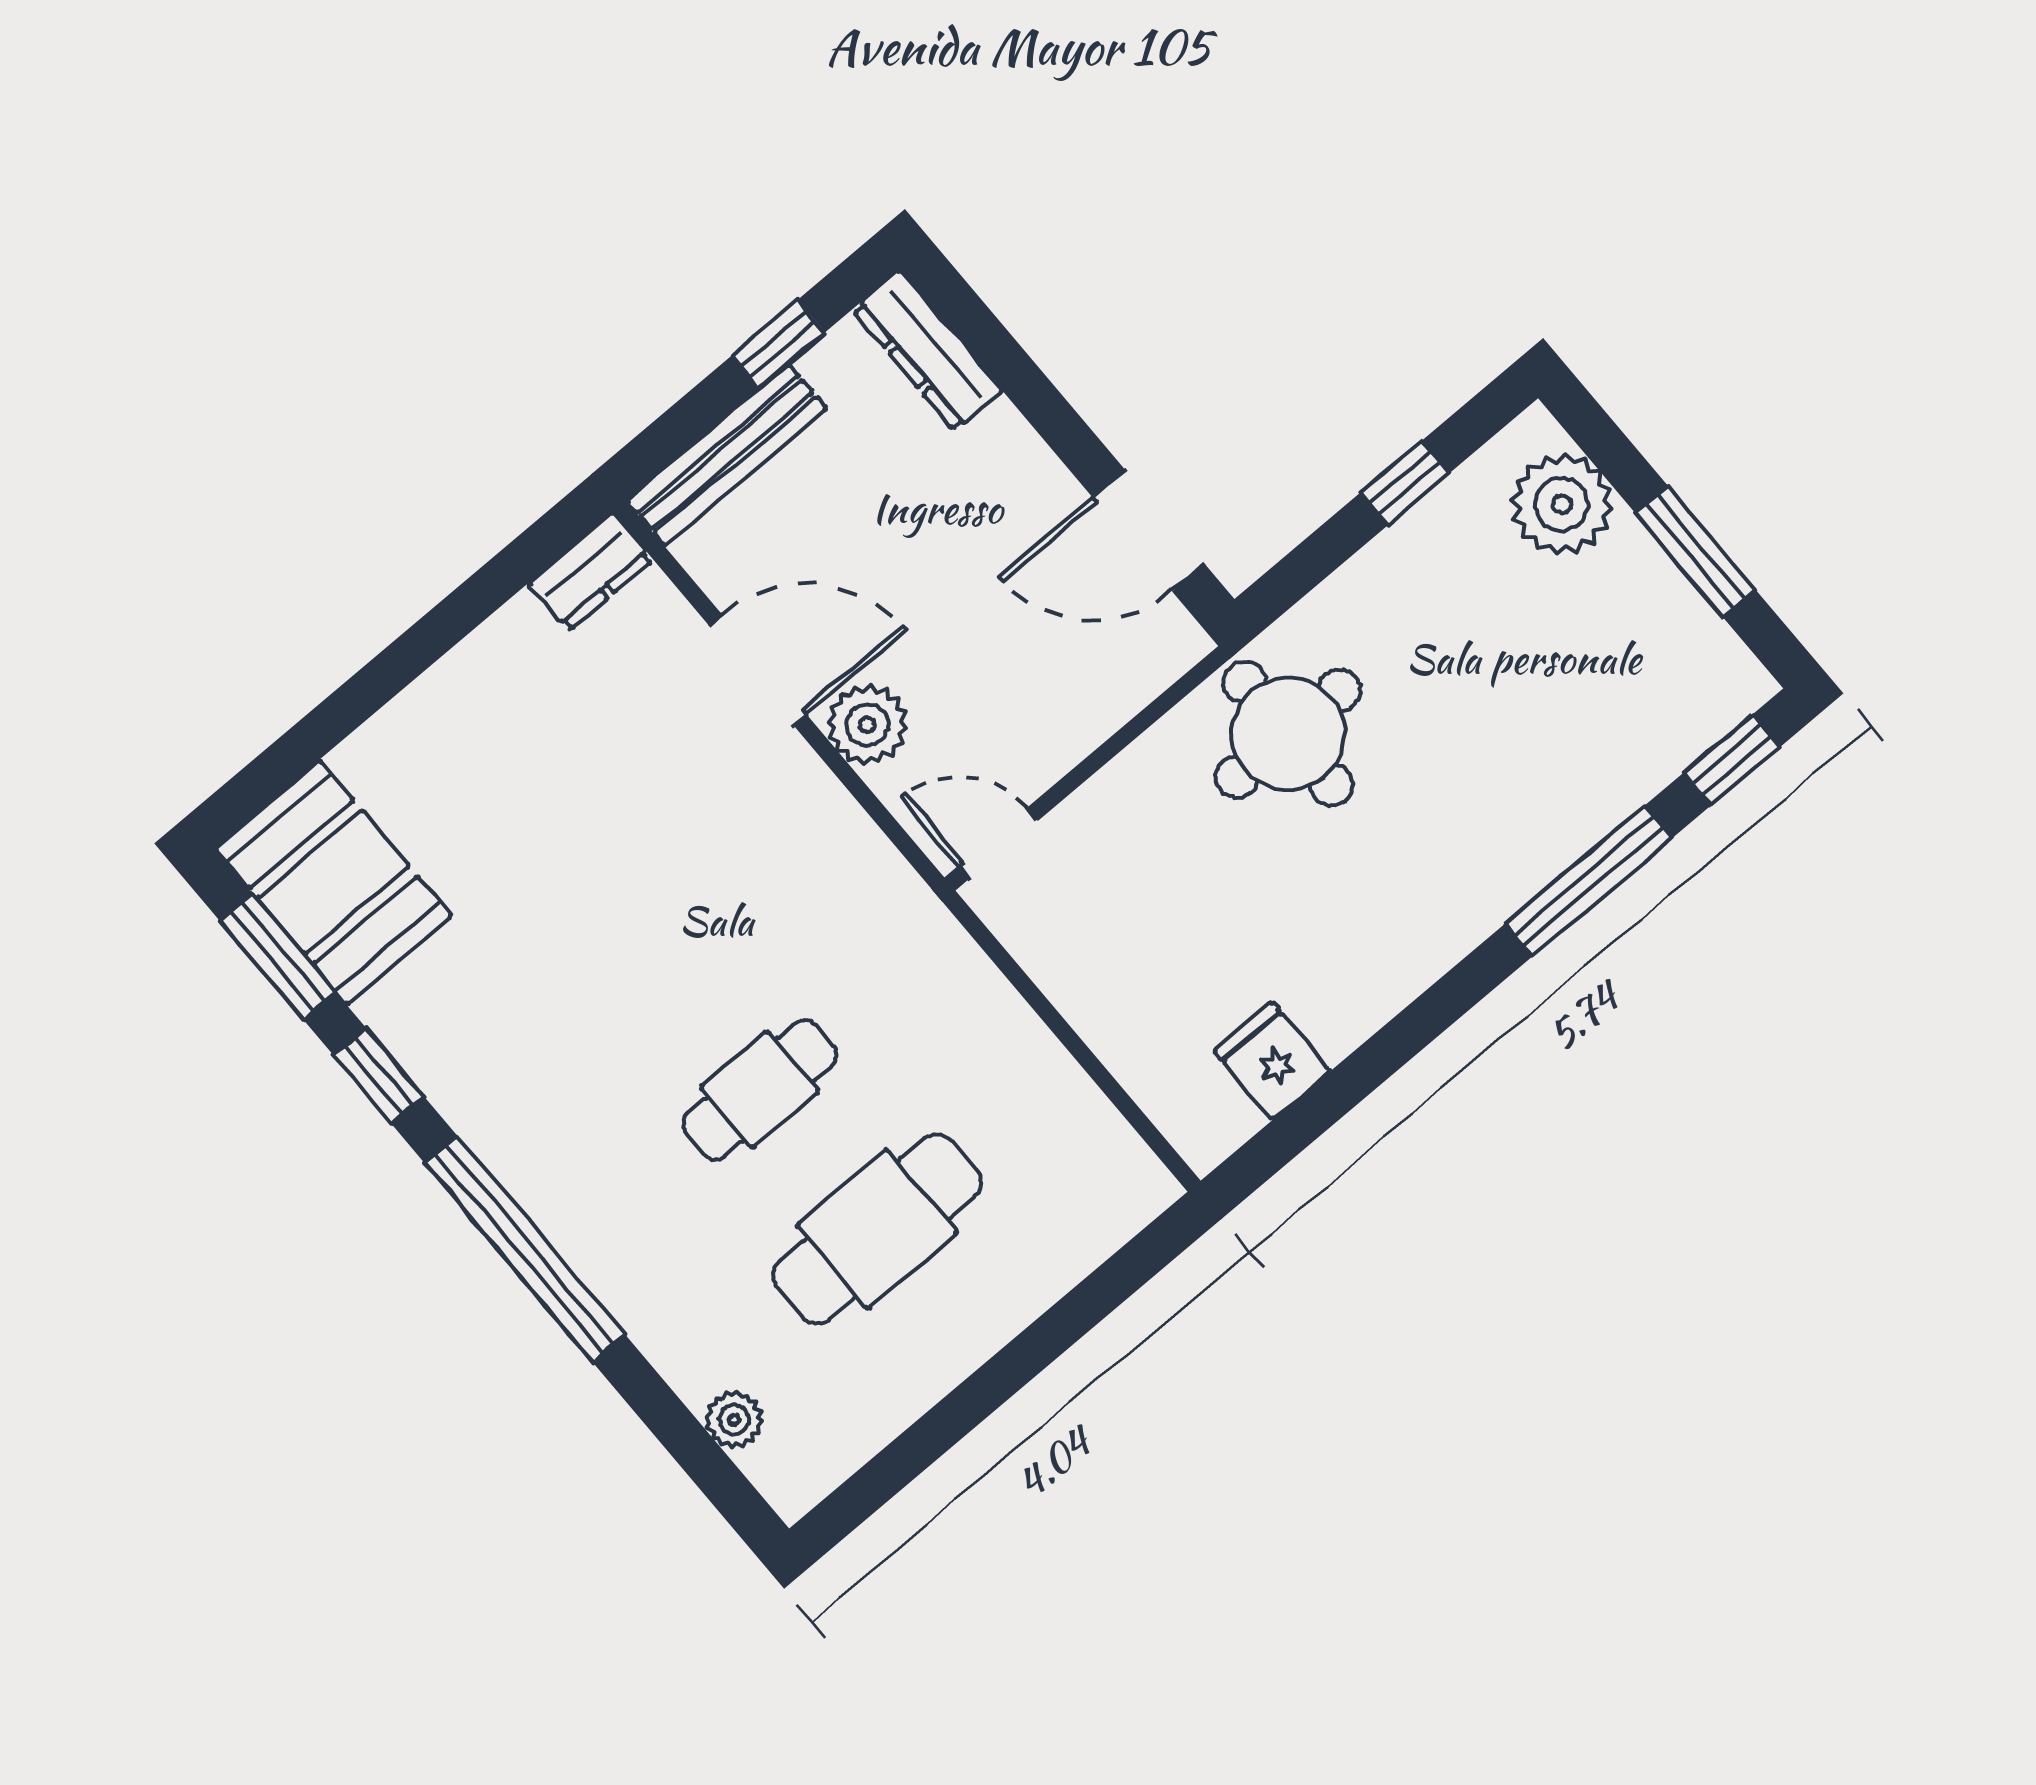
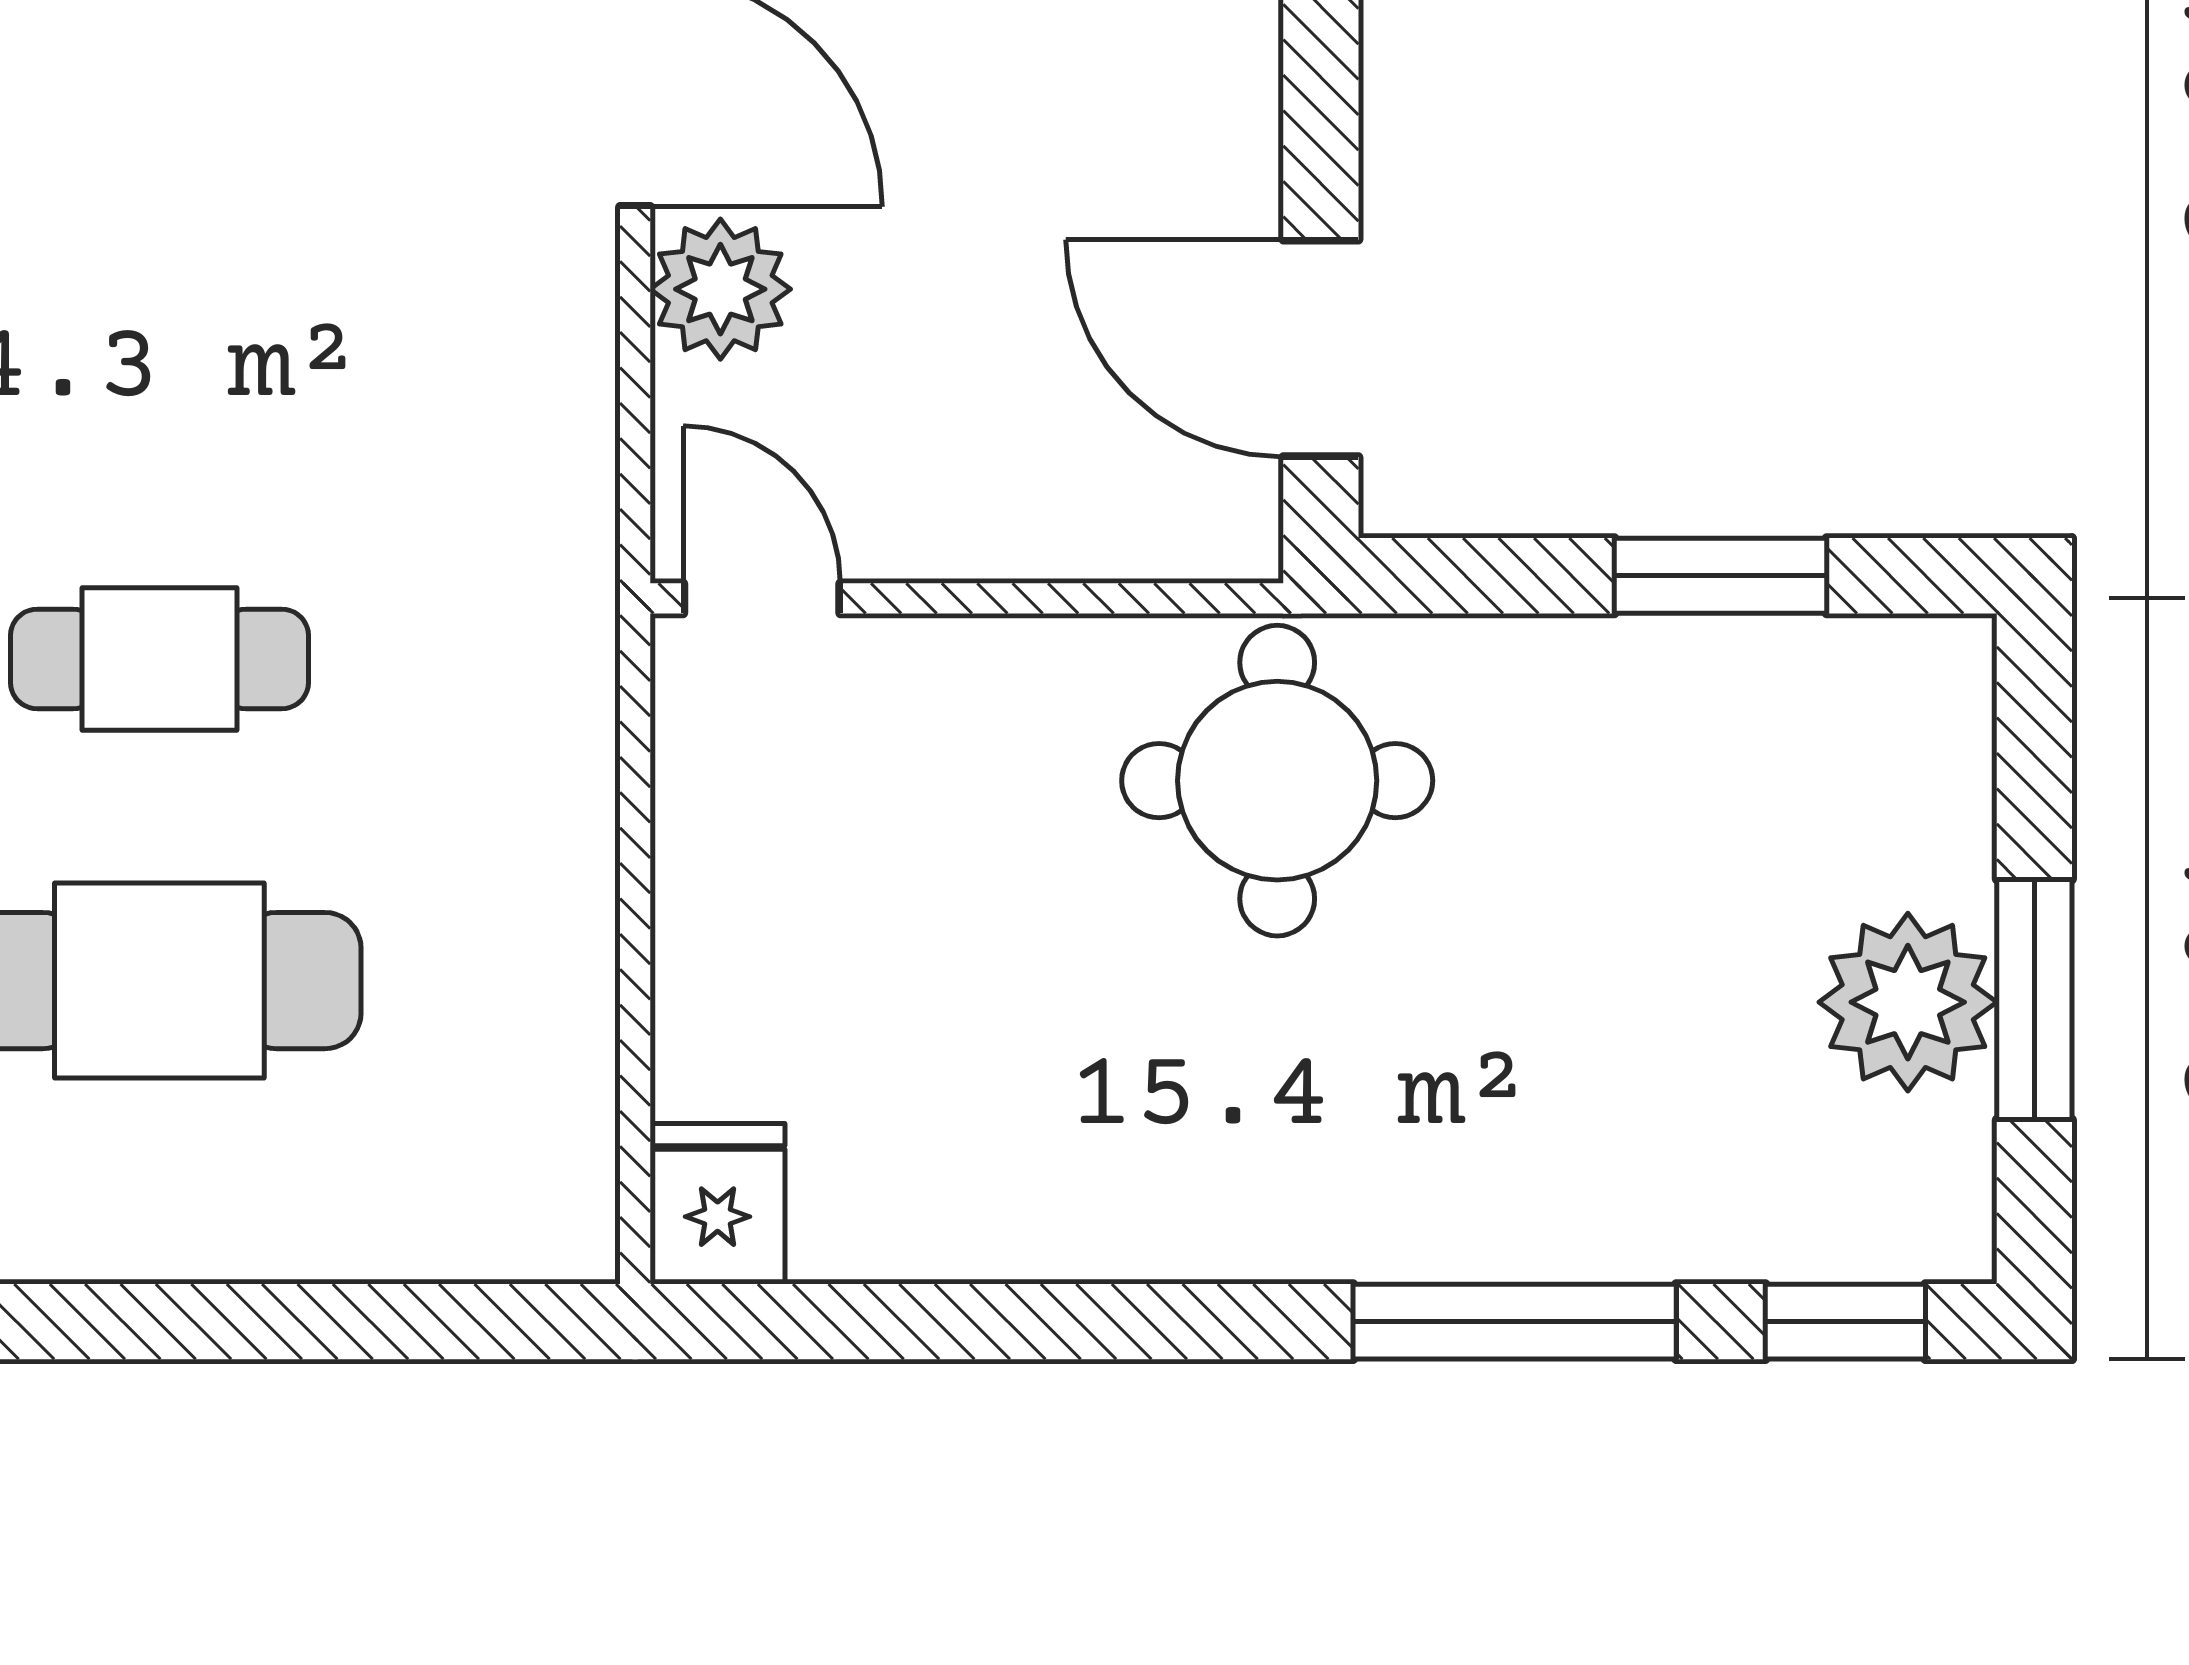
window: (1405, 483) -> (1721, 576), width x1.50
plant: (1562, 504) -> (1908, 1002), moved
fridge: (1272, 1061) -> (718, 1204), moved

